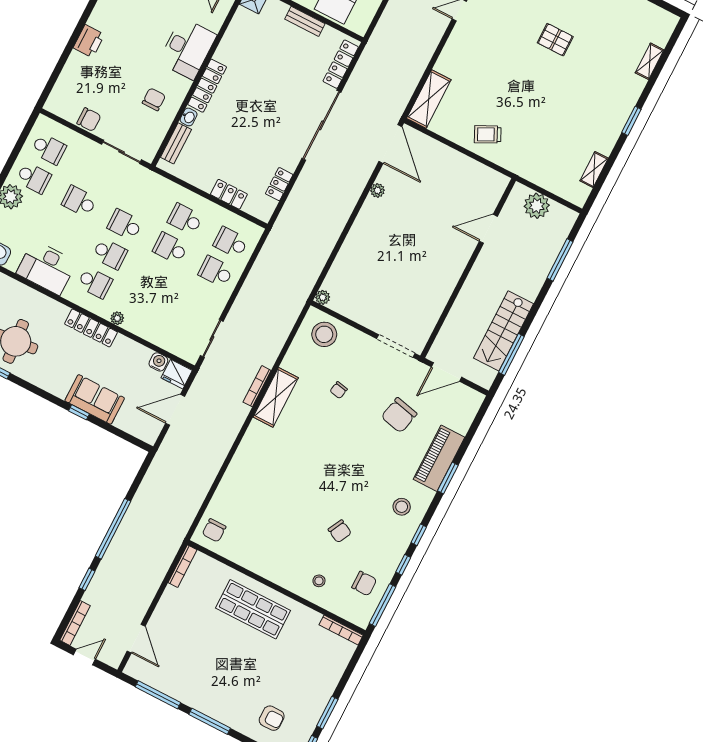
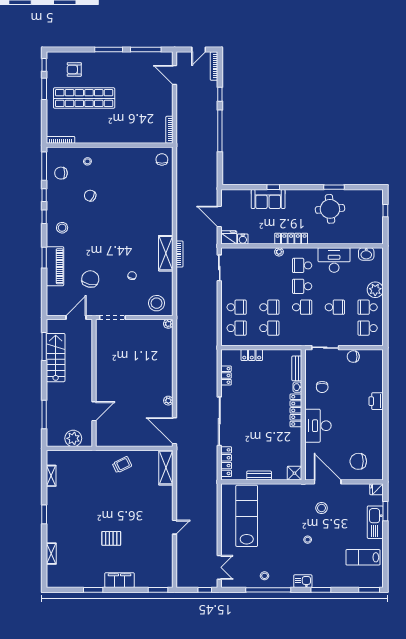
door: (175, 410) -> (219, 217), swing flipped
shop shelf: (253, 609) -> (84, 98), moved, width x1.40

